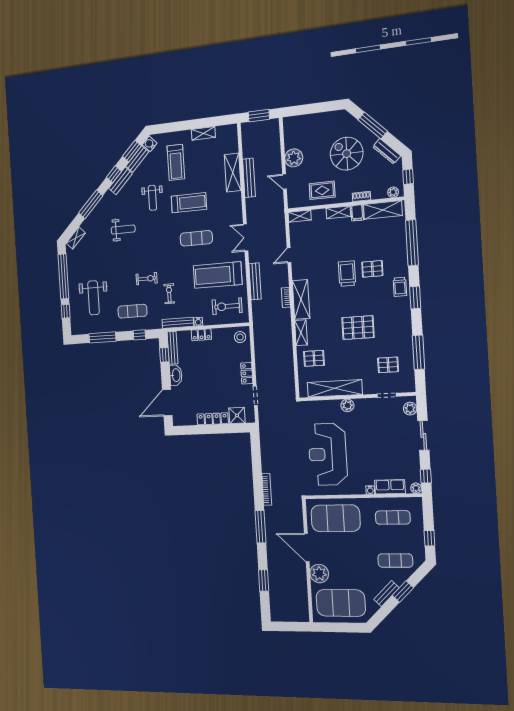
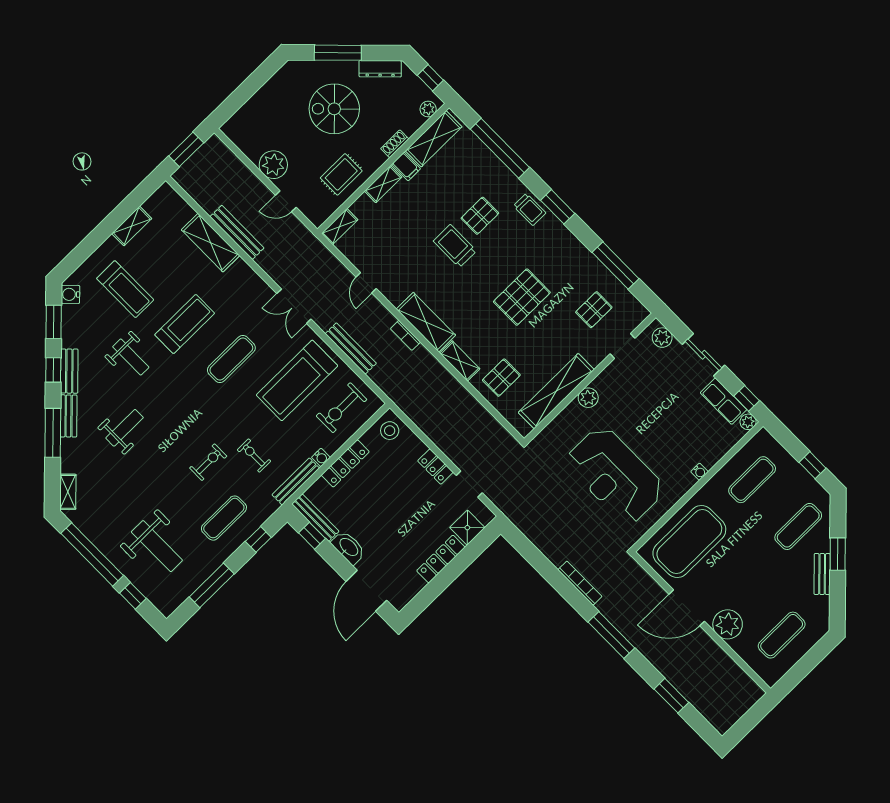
bench: (137, 159) -> (69, 416), moved
locker: (201, 335) -> (345, 463), width x1.53
row of seats: (390, 487) -> (724, 401), moved, turned -90
exercise mat: (341, 603) -> (782, 635), width x0.50, depth x0.69

